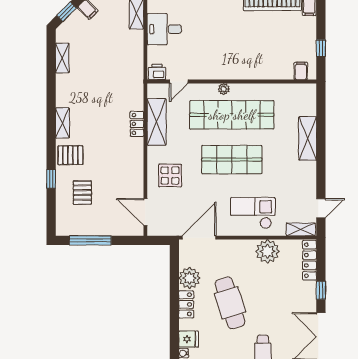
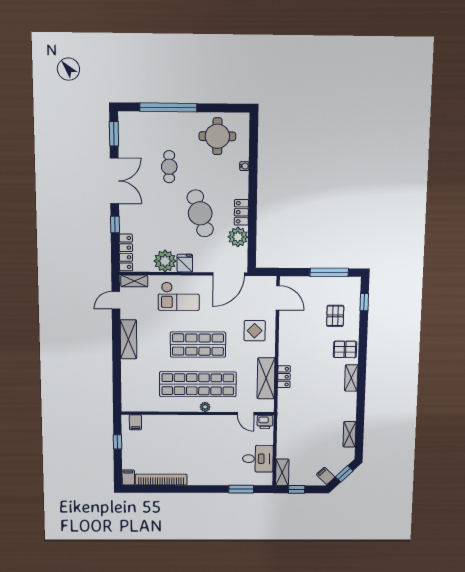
door: (179, 81) -> (246, 414), swing flipped
shelving: (308, 138) -> (128, 339), moved
window: (51, 179) -> (364, 302), moved
fridge: (189, 339) -> (185, 263), moved, turned 90

